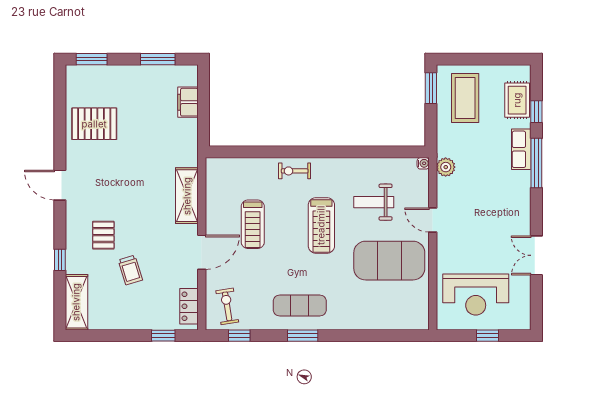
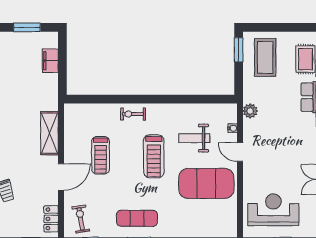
water cooler: (423, 163) -> (233, 128), moved
reception desk: (476, 295) -> (273, 210), turned 180

